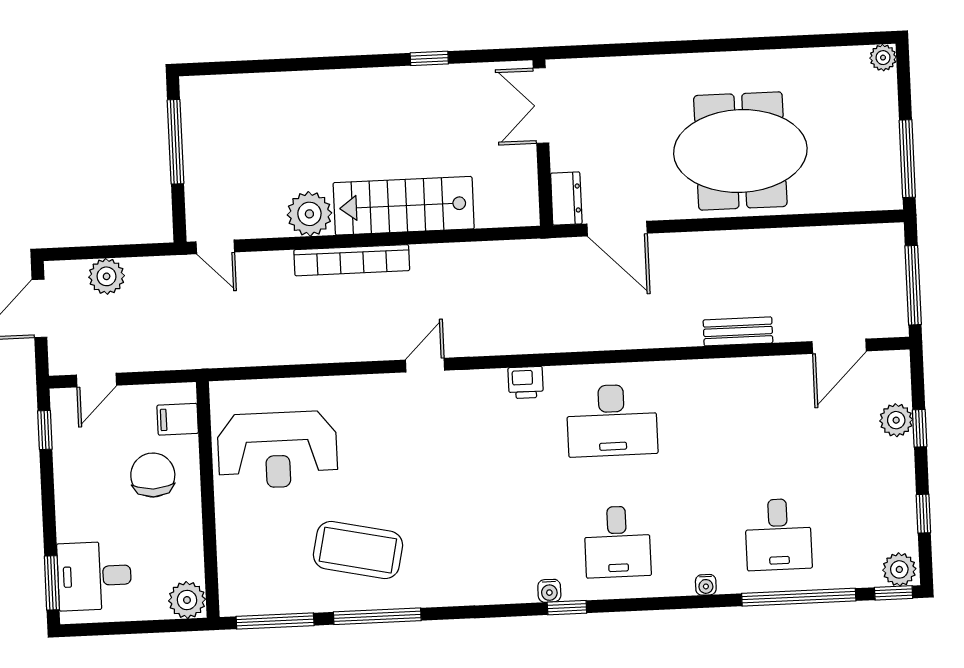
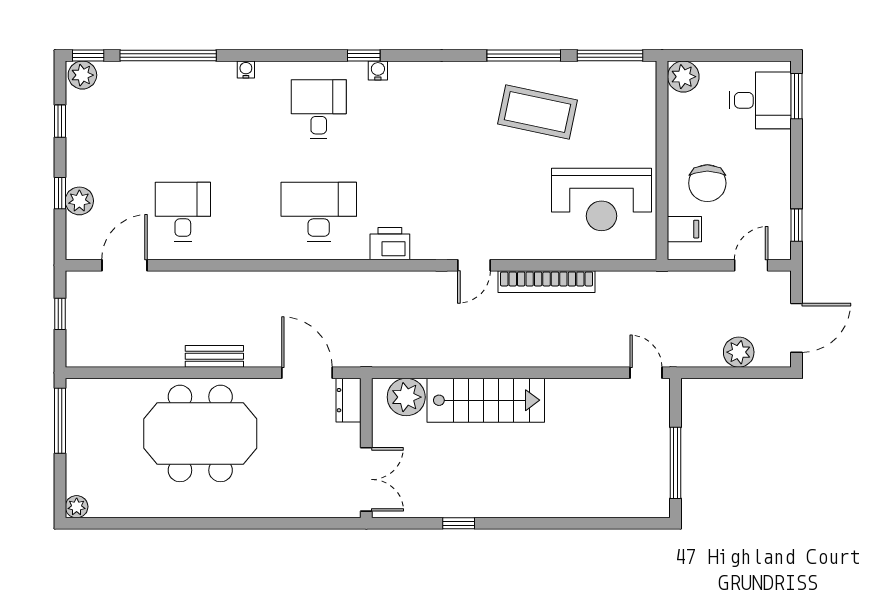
plant: (309, 214) -> (406, 397), moved
bookcase: (352, 260) -> (547, 282), moved, turned 180
window: (913, 285) -> (60, 314), width x0.46
bench: (738, 331) -> (214, 356), moved
printer: (526, 382) -> (390, 244), width x1.36, depth x1.24
reception desk: (277, 450) -> (601, 200), turned 180
desk: (778, 534) -> (183, 212), moved

